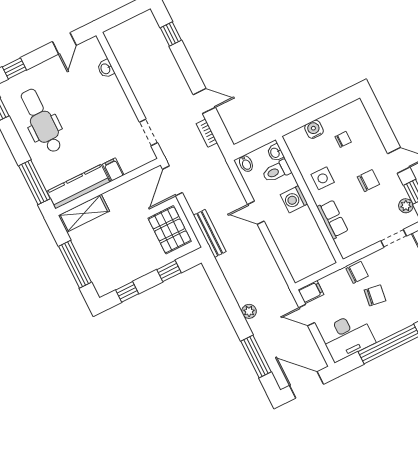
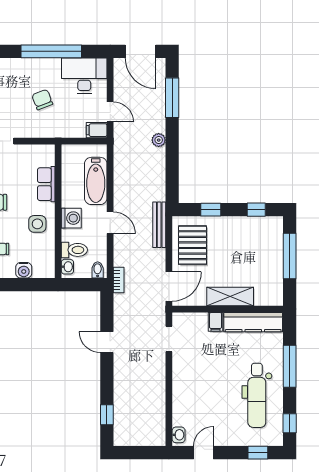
washbasin: (106, 69) -> (179, 435), moved
bookcase: (207, 133) -> (119, 280), moved
window: (34, 182) -> (290, 366), moved
shelving: (84, 213) -> (230, 297), moved
bathtub: (288, 245) -> (96, 181), added
chair: (357, 272) -> (48, 127), removed
chair: (375, 295) -> (42, 100), turned 61

